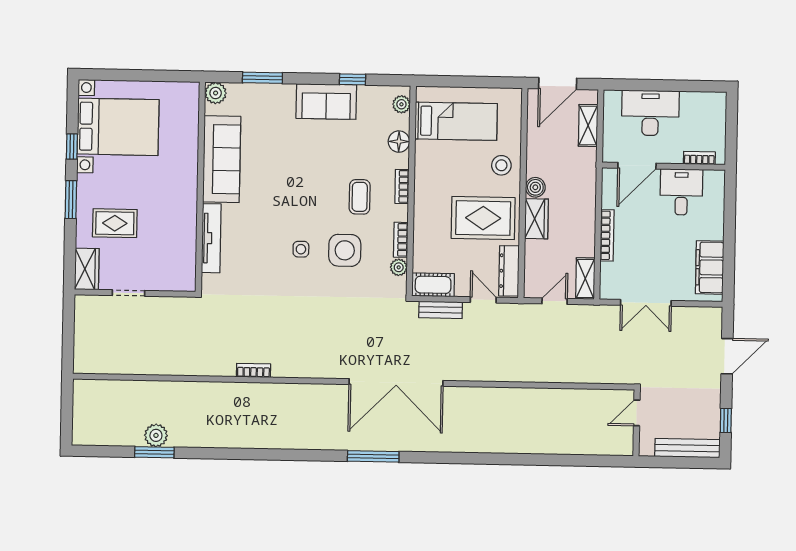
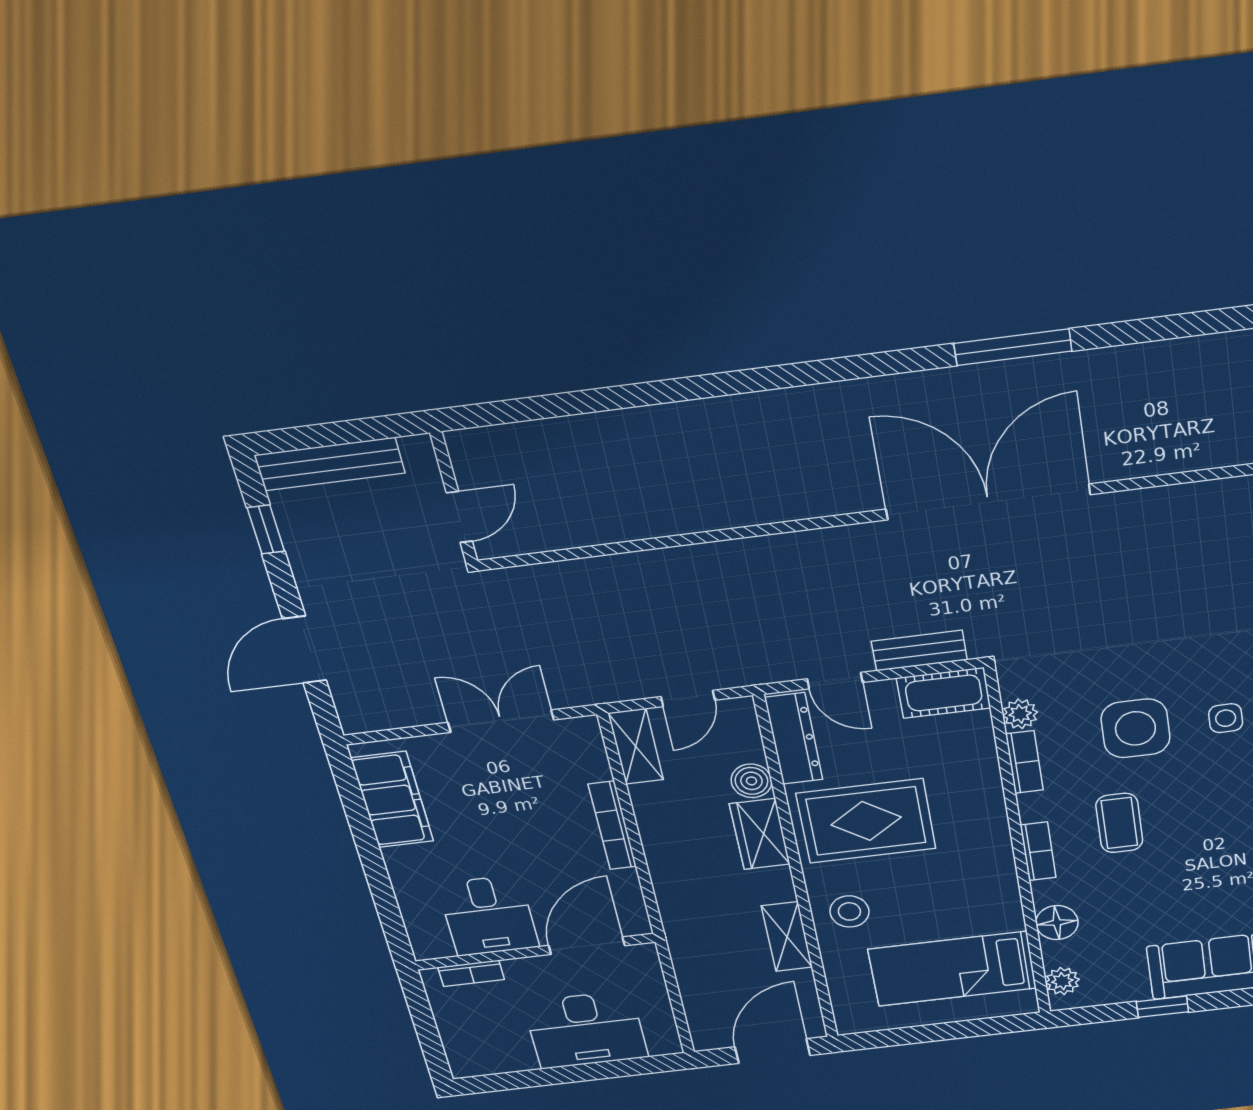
shelving: (588, 125) -> (787, 937), moved
boiler: (535, 187) -> (751, 781), moved

